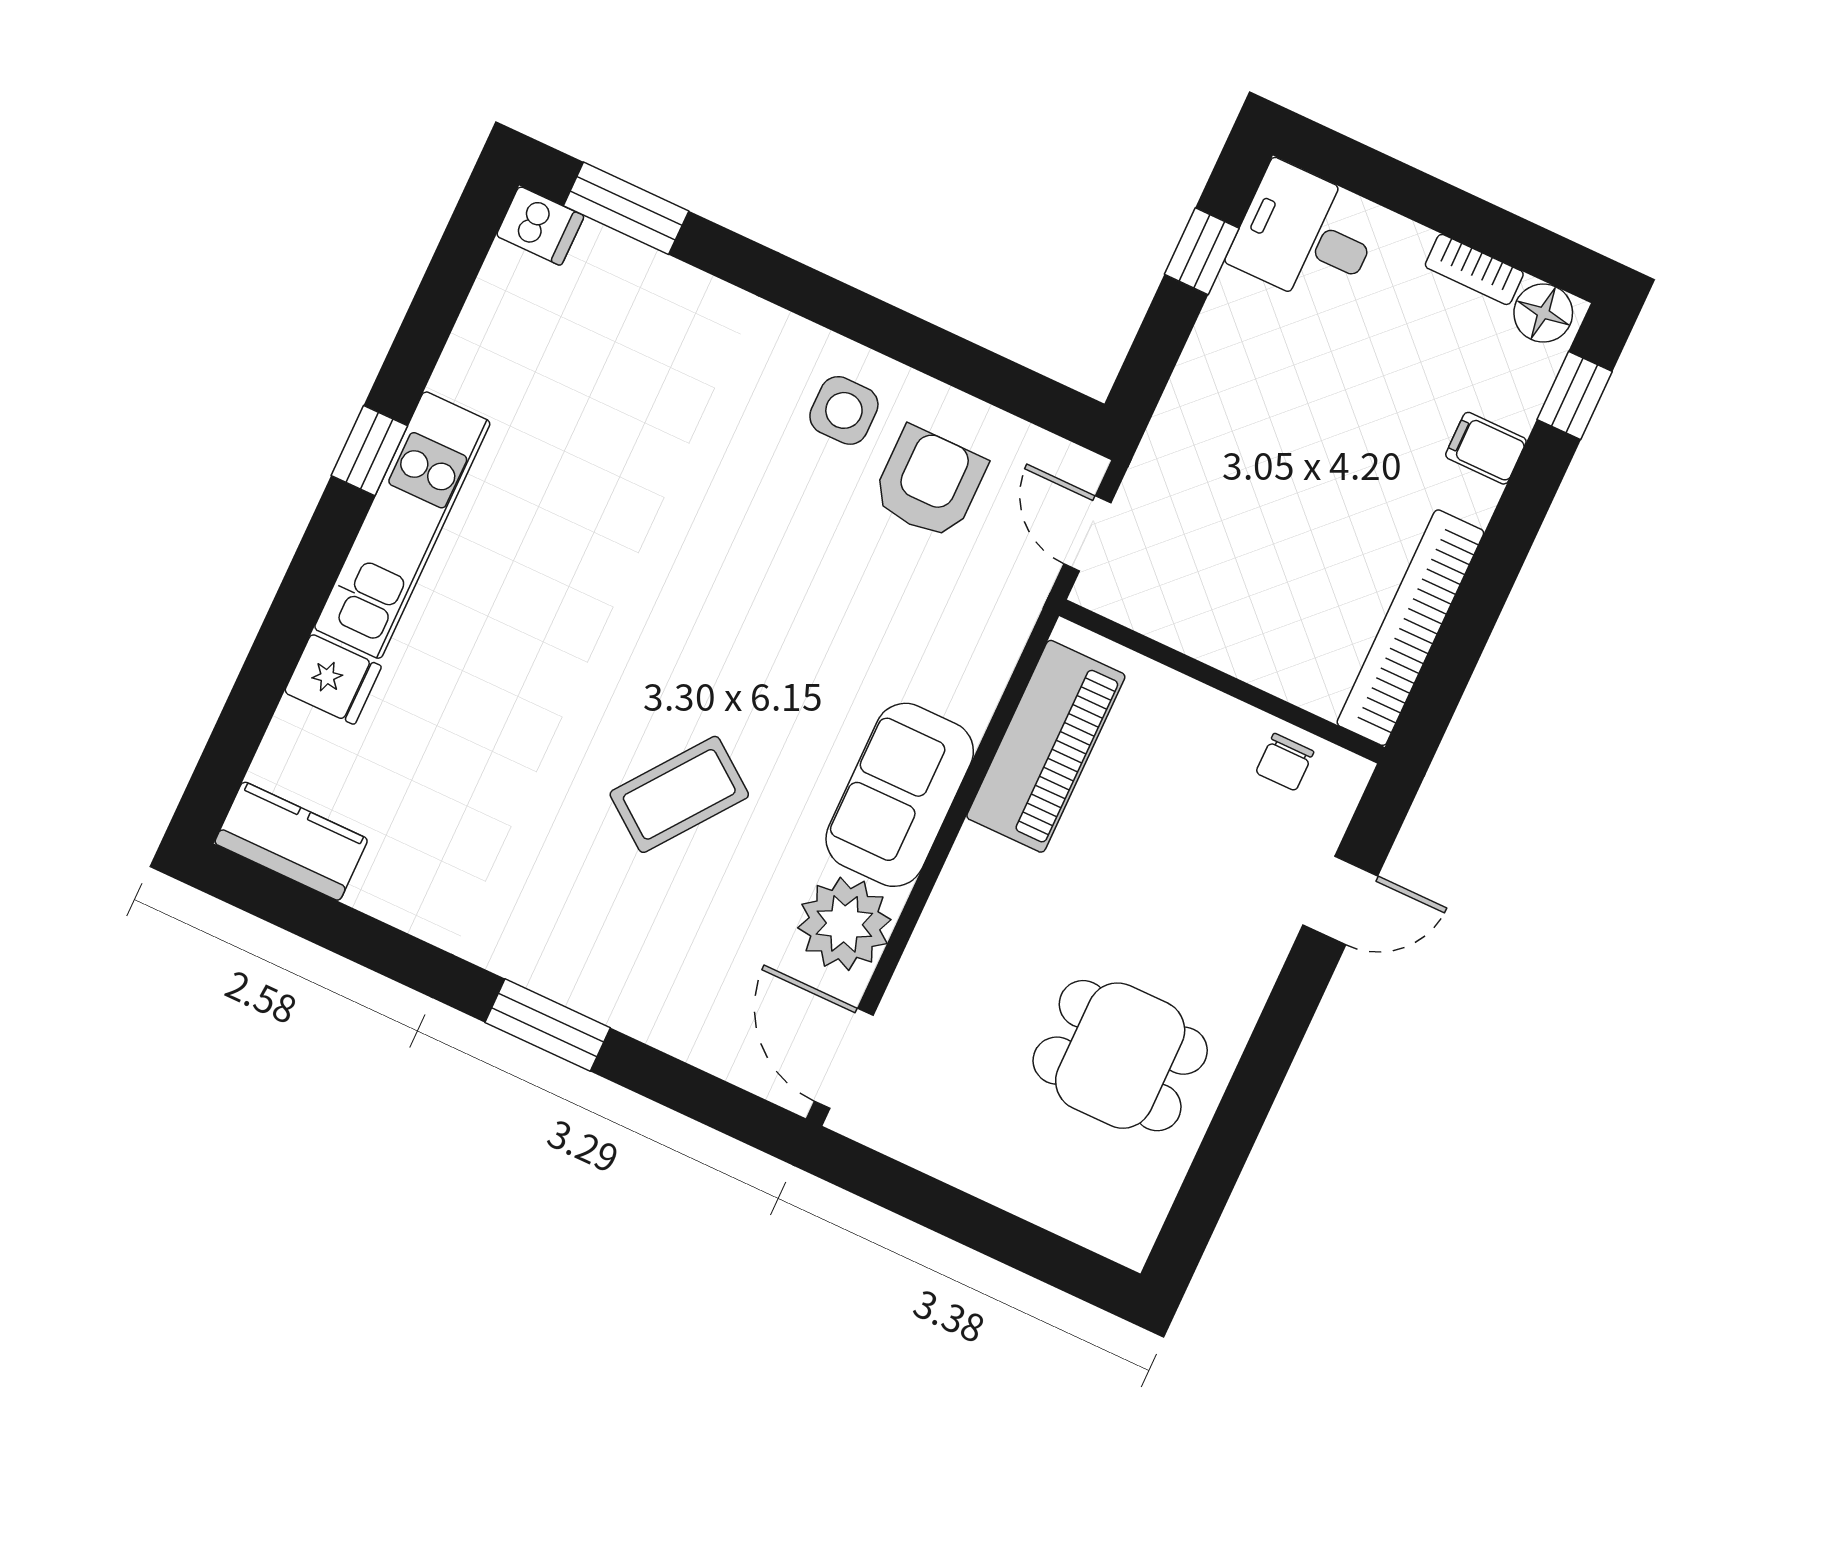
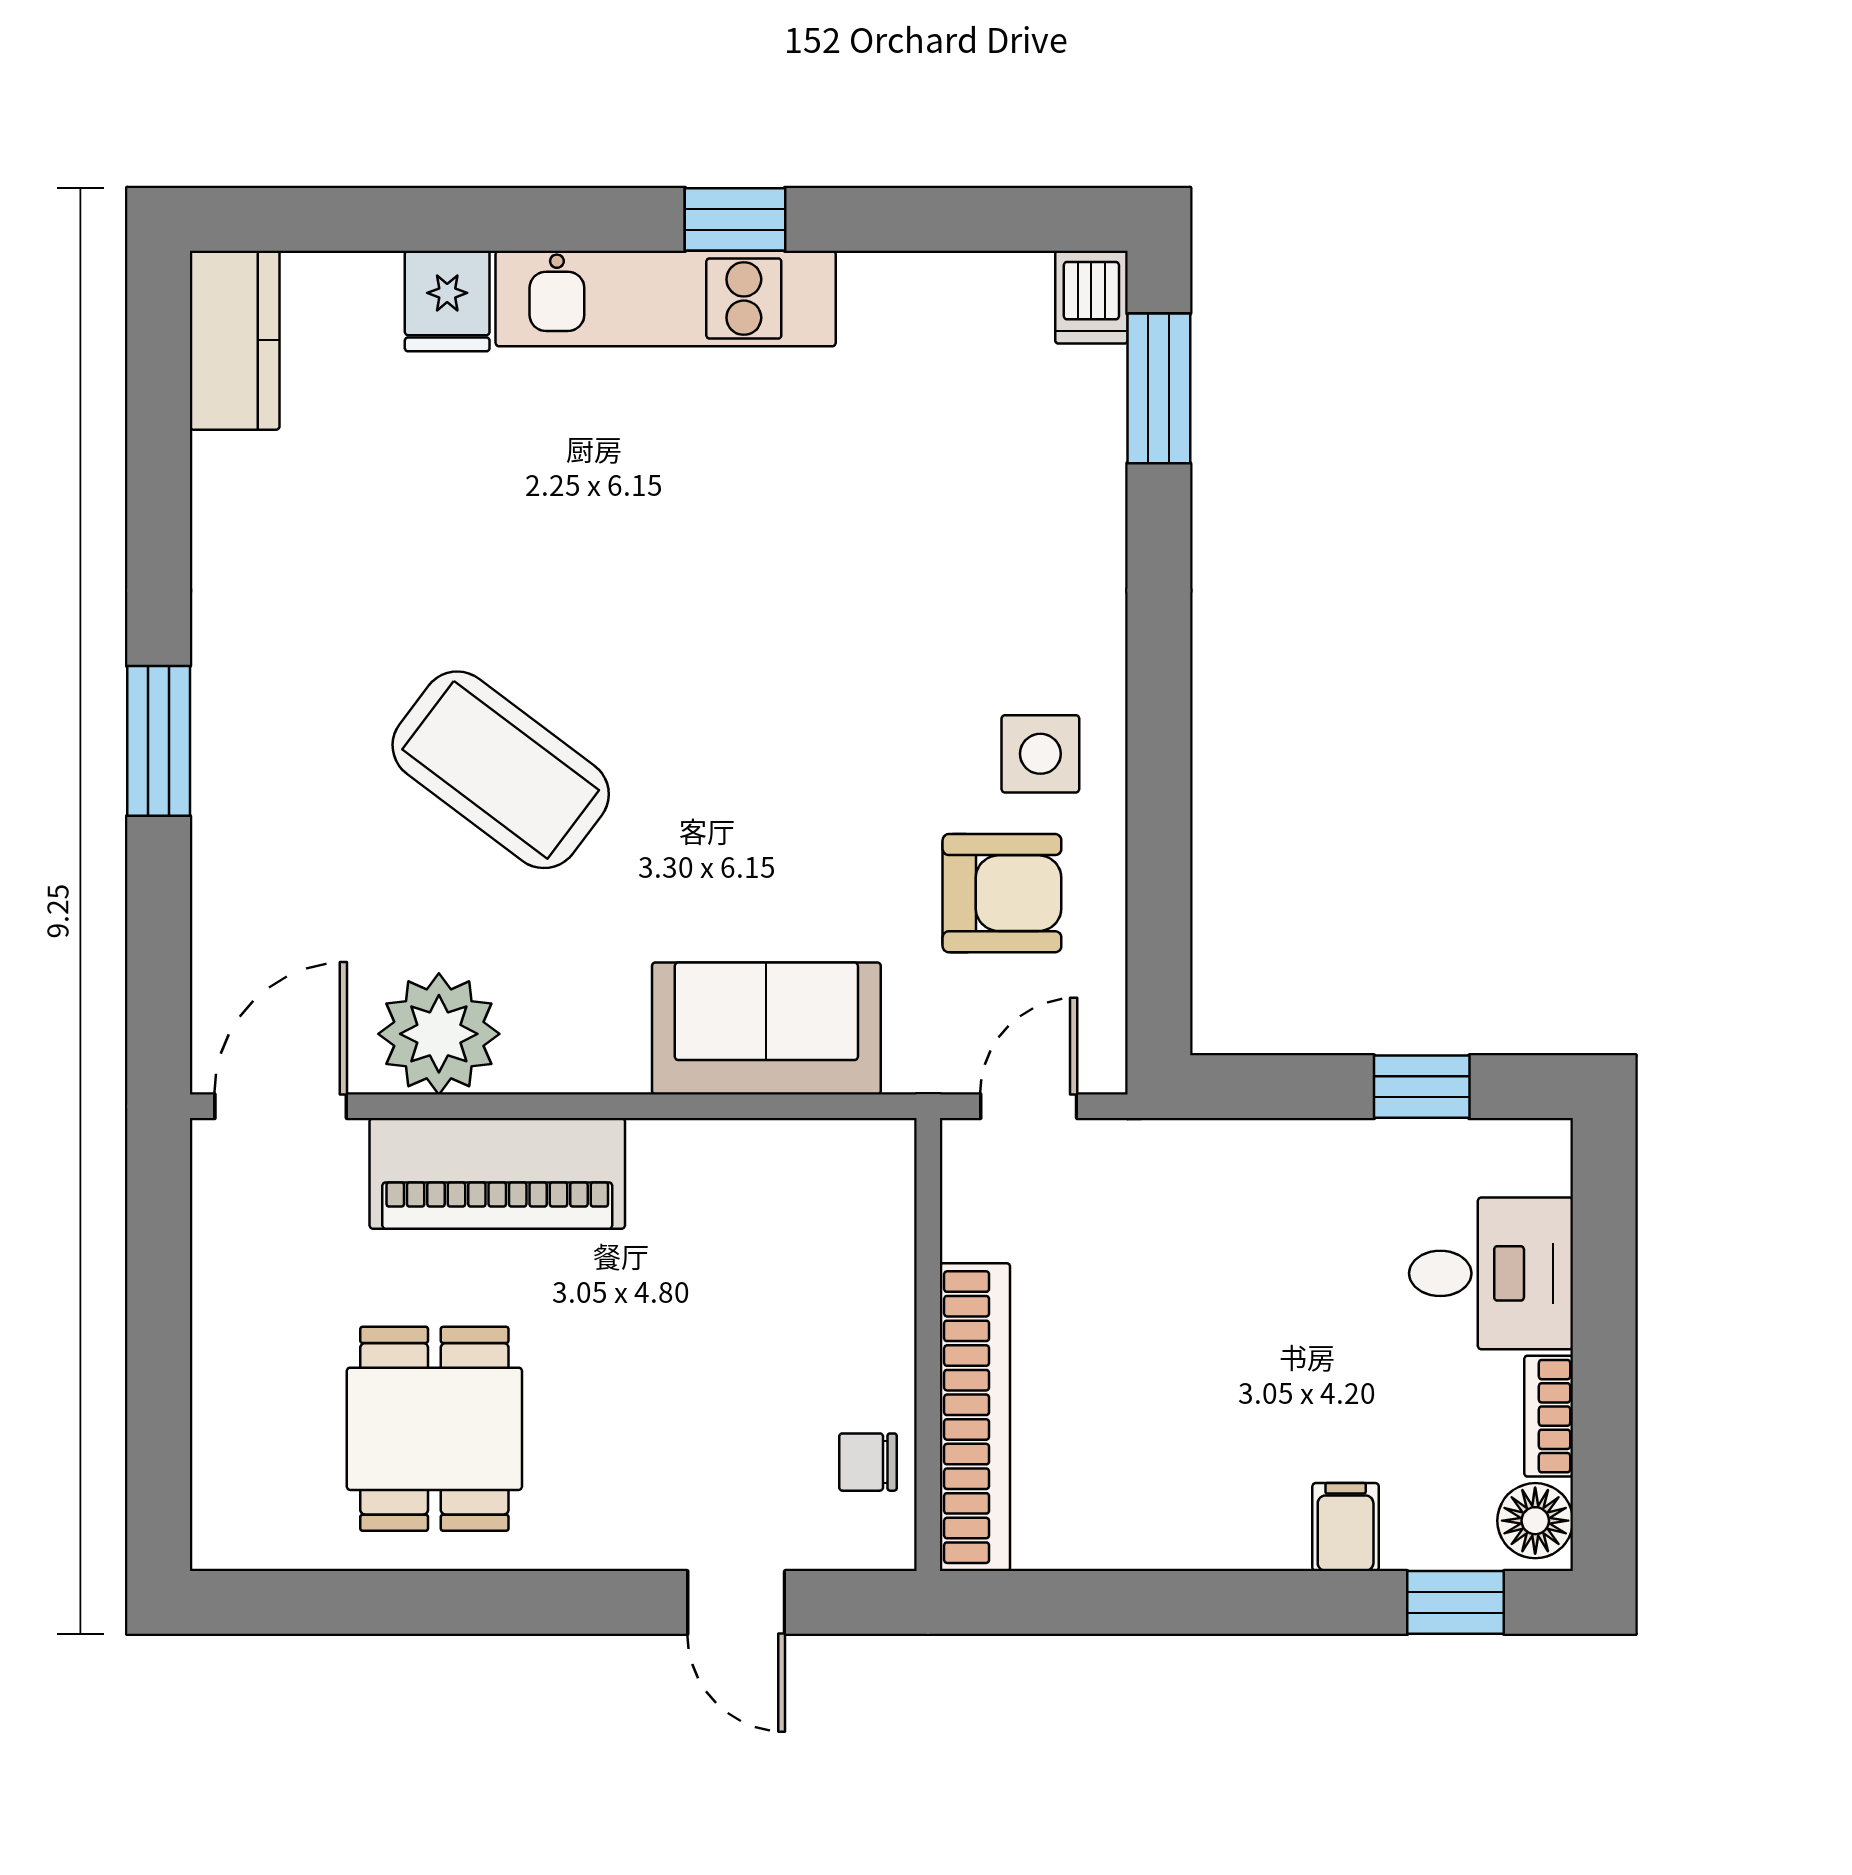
desk: (1306, 236) -> (1491, 1273), moved, turned 90
bookcase: (1410, 628) -> (975, 1417), moved, turned 90
piano: (1046, 746) -> (497, 1173), moved
coffee table: (679, 794) -> (501, 770), width x1.36, depth x1.32
sofa: (900, 795) -> (766, 1028), moved

